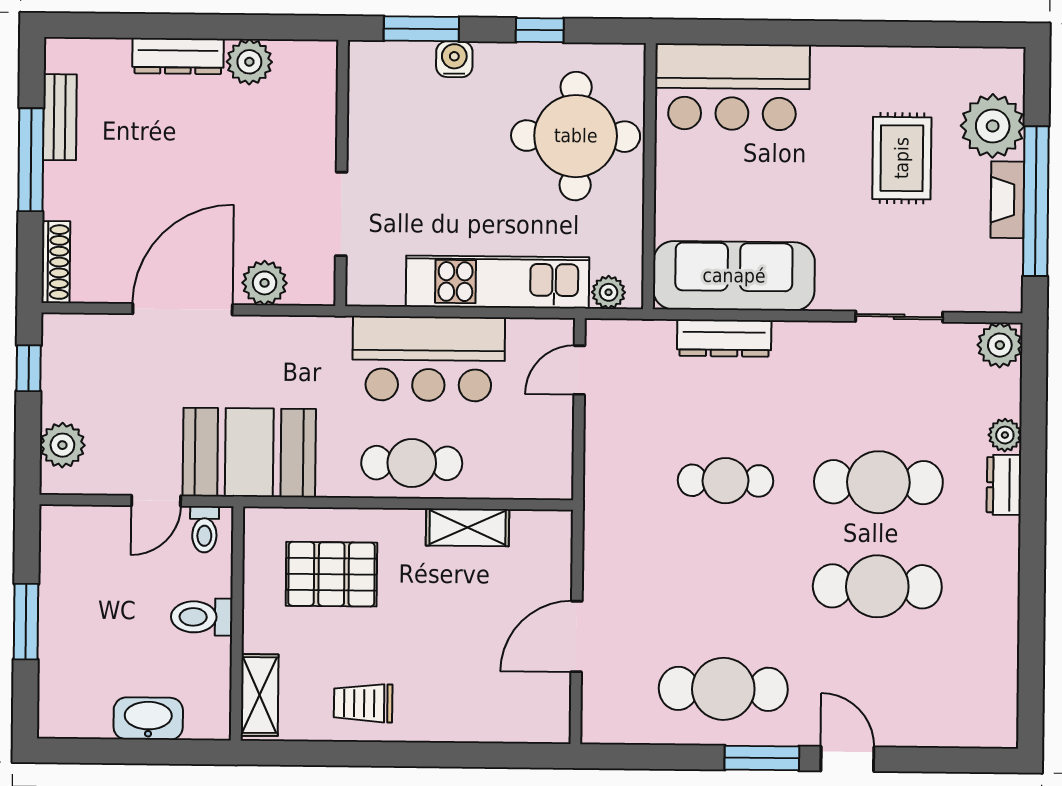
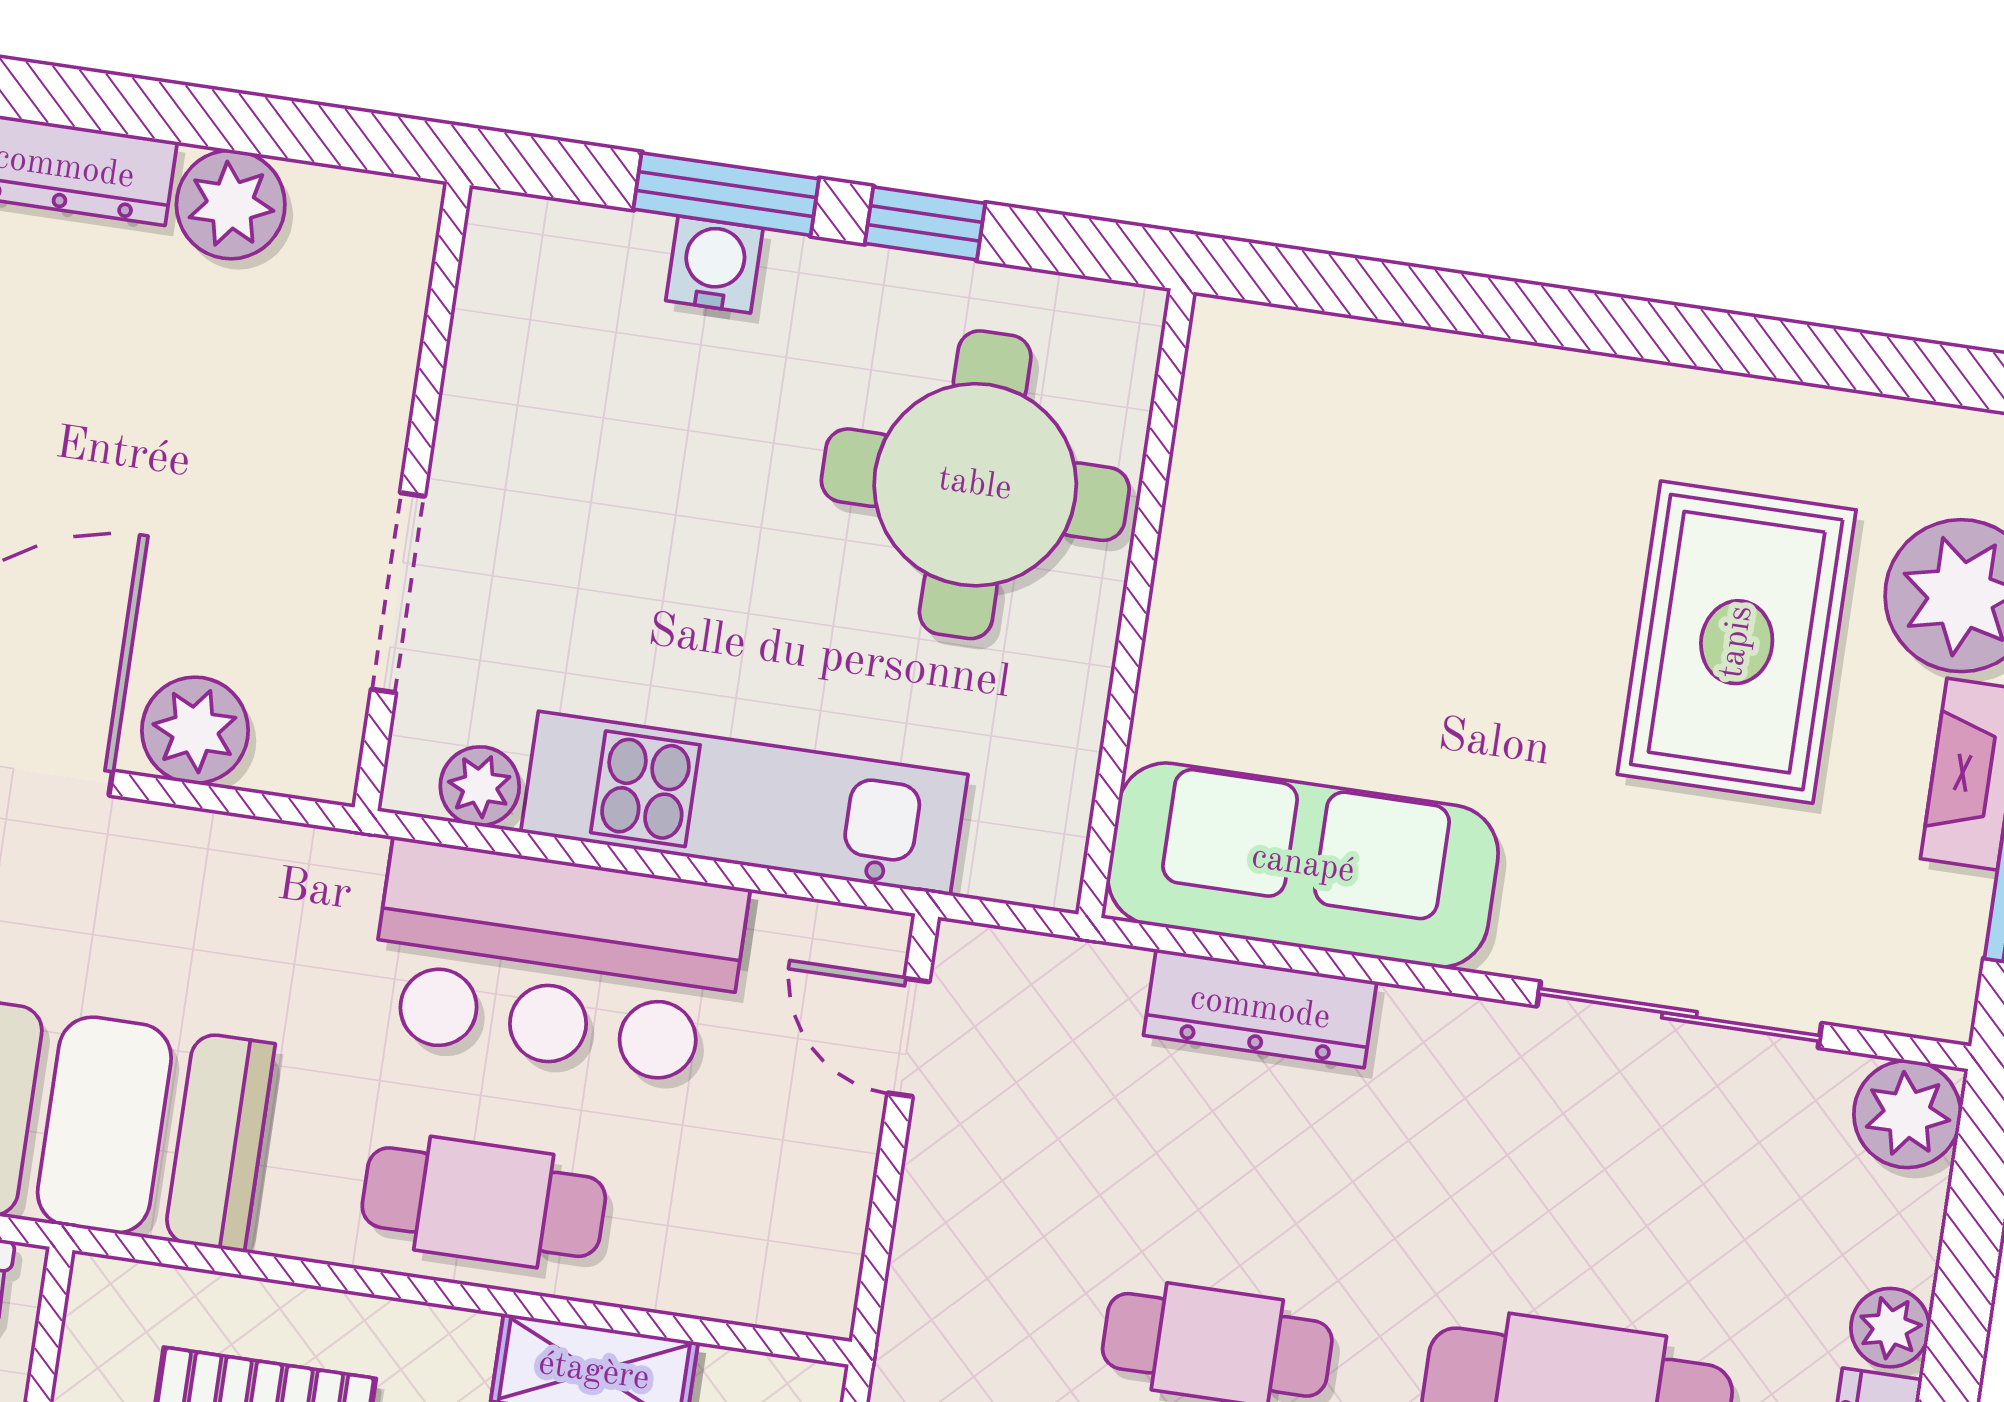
window: (421, 29) -> (726, 194), moved
bar counter: (732, 87) -> (1360, 419), removed
rug: (902, 158) -> (1737, 642), width x1.36, depth x1.43
plant: (609, 292) -> (480, 786), moved
sliding door: (899, 317) -> (1679, 1015), width x1.37
door: (579, 370) -> (909, 1037), hinge flipped

